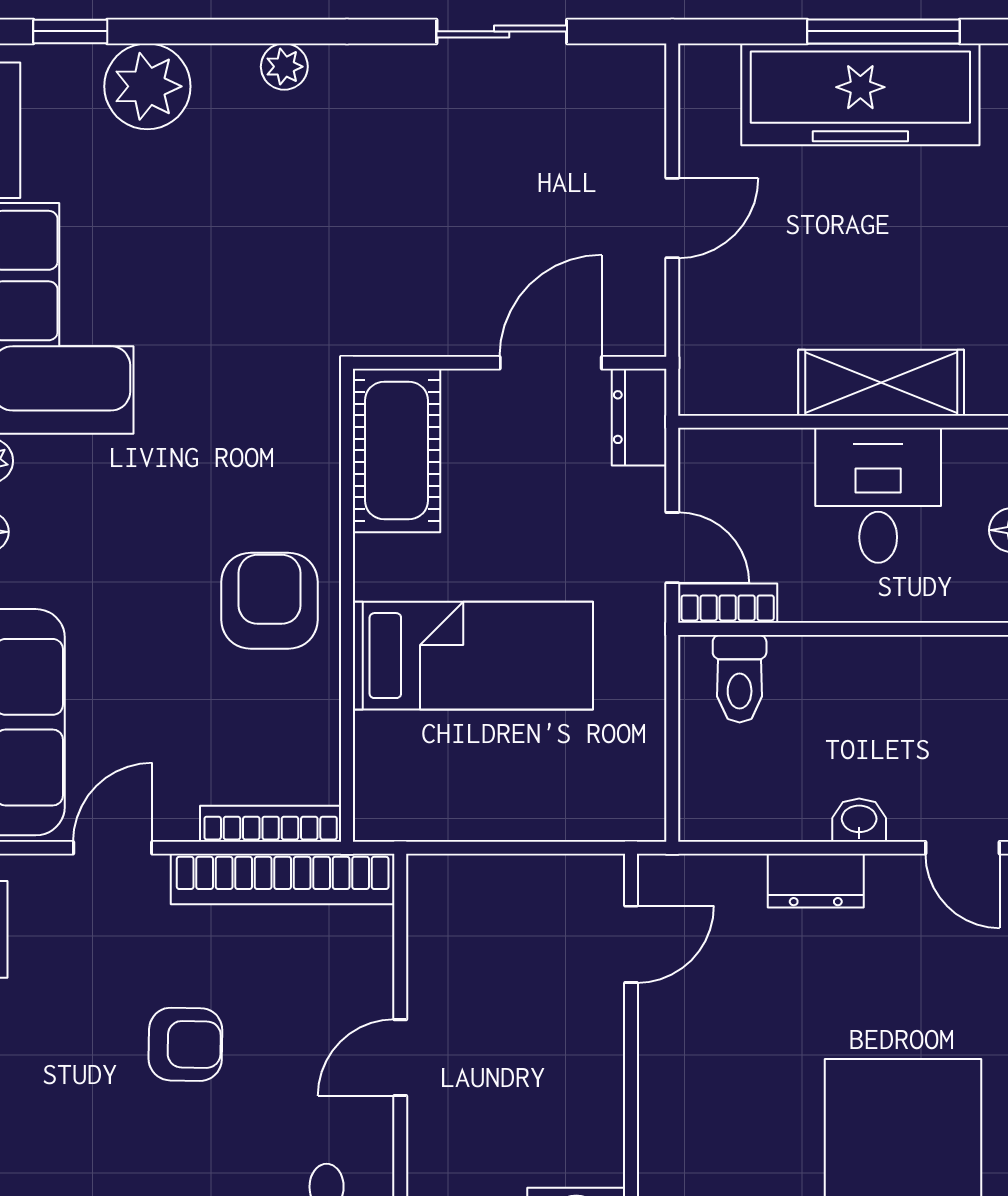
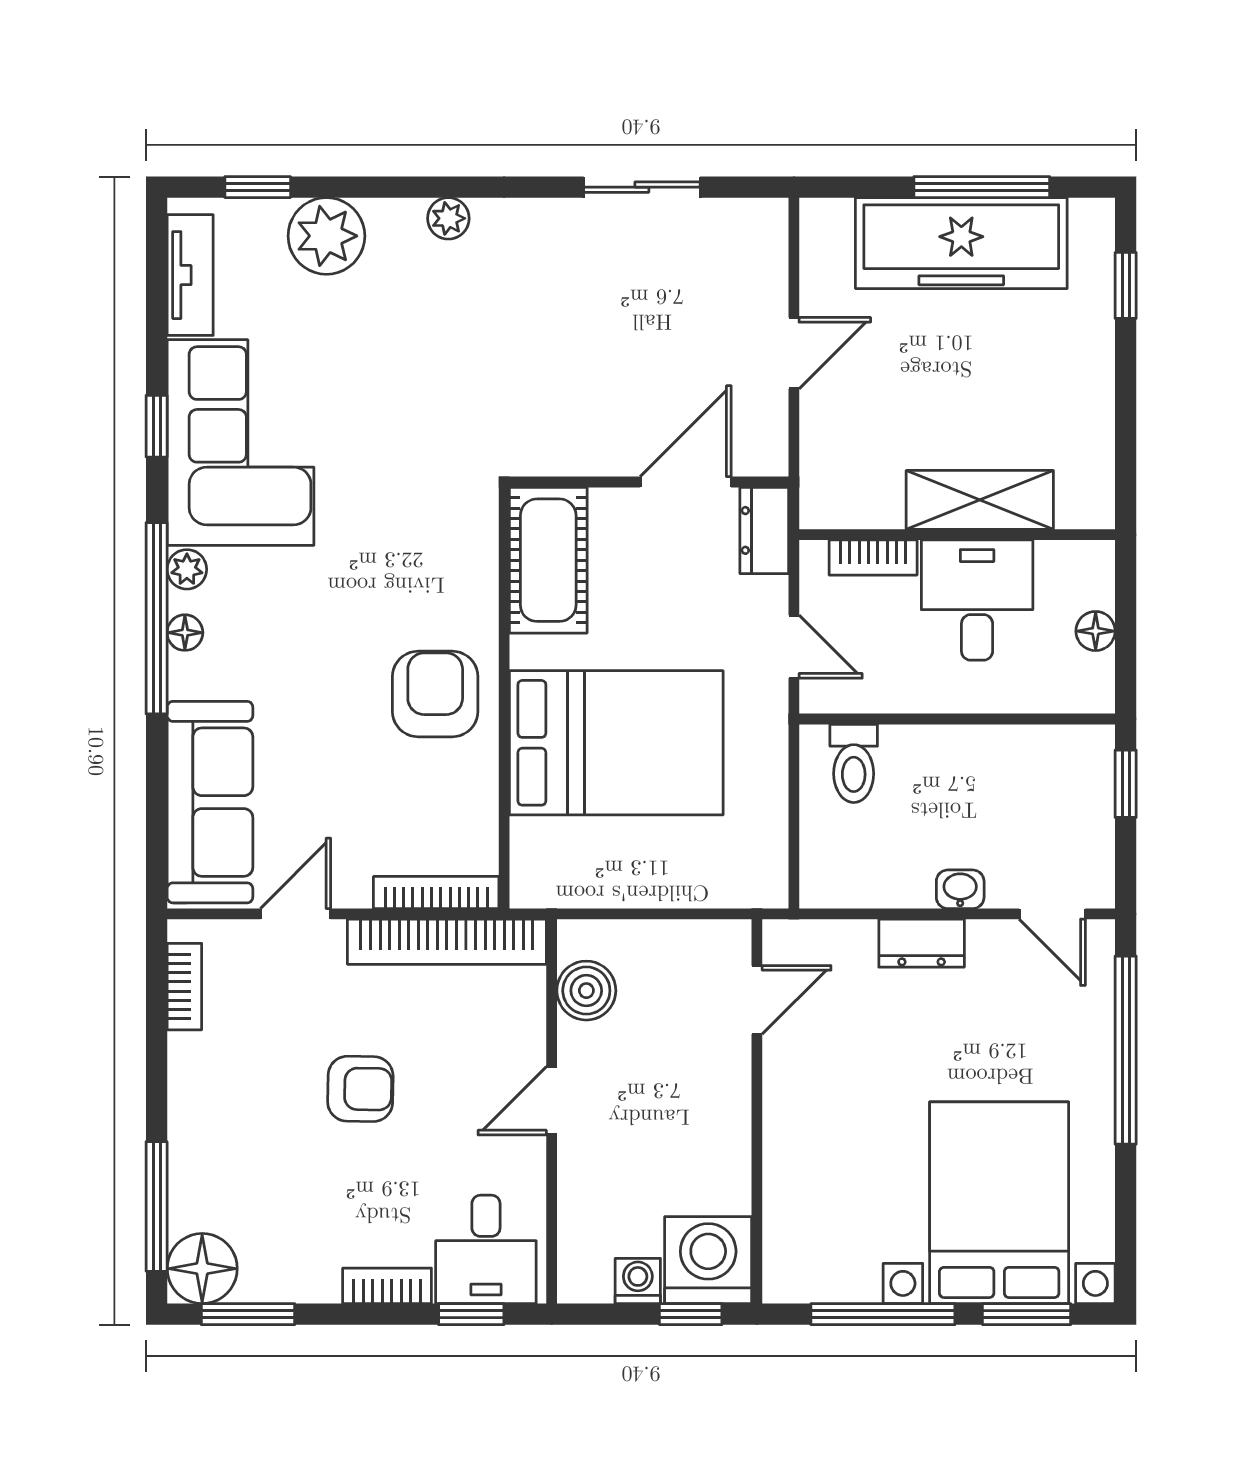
bookcase: (728, 603) -> (873, 558), moved, turned 180
bed: (473, 656) -> (616, 743), width x1.50
boiler: (439, 934) -> (586, 991), added

